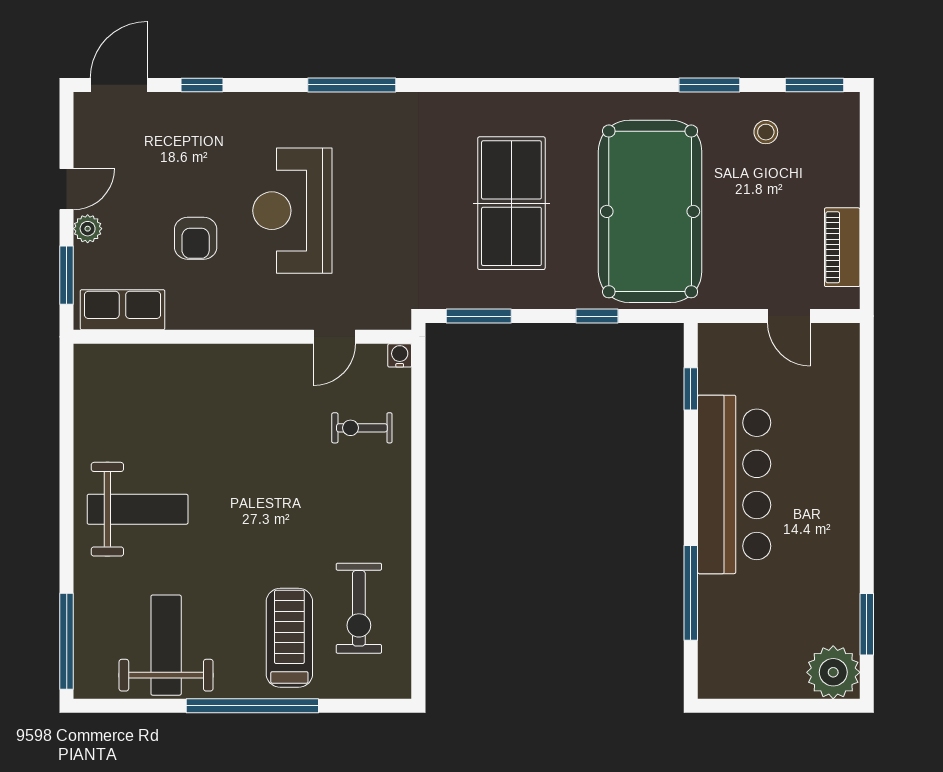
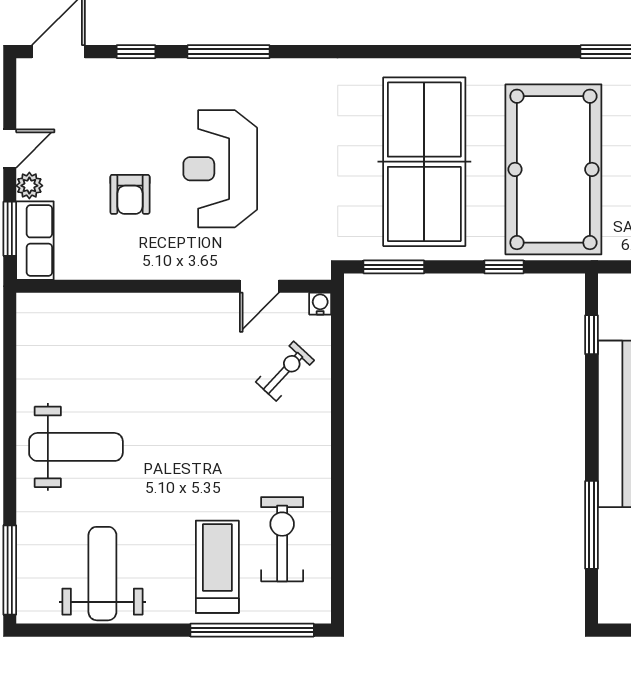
window: (352, 85) -> (229, 52), moved
table tennis table: (511, 203) -> (424, 162), width x1.36, depth x1.32
row of seats: (122, 310) -> (35, 241), moved, turned 90
exercise bike: (362, 428) -> (285, 371), turned 133
exercise bike: (359, 608) -> (282, 539), turned 180
window: (252, 706) -> (252, 630), moved

